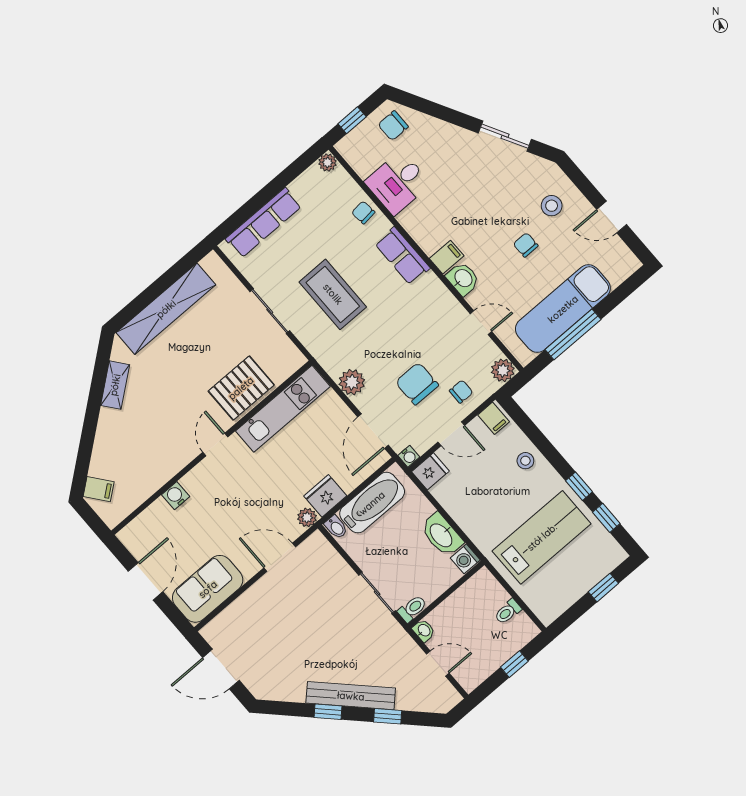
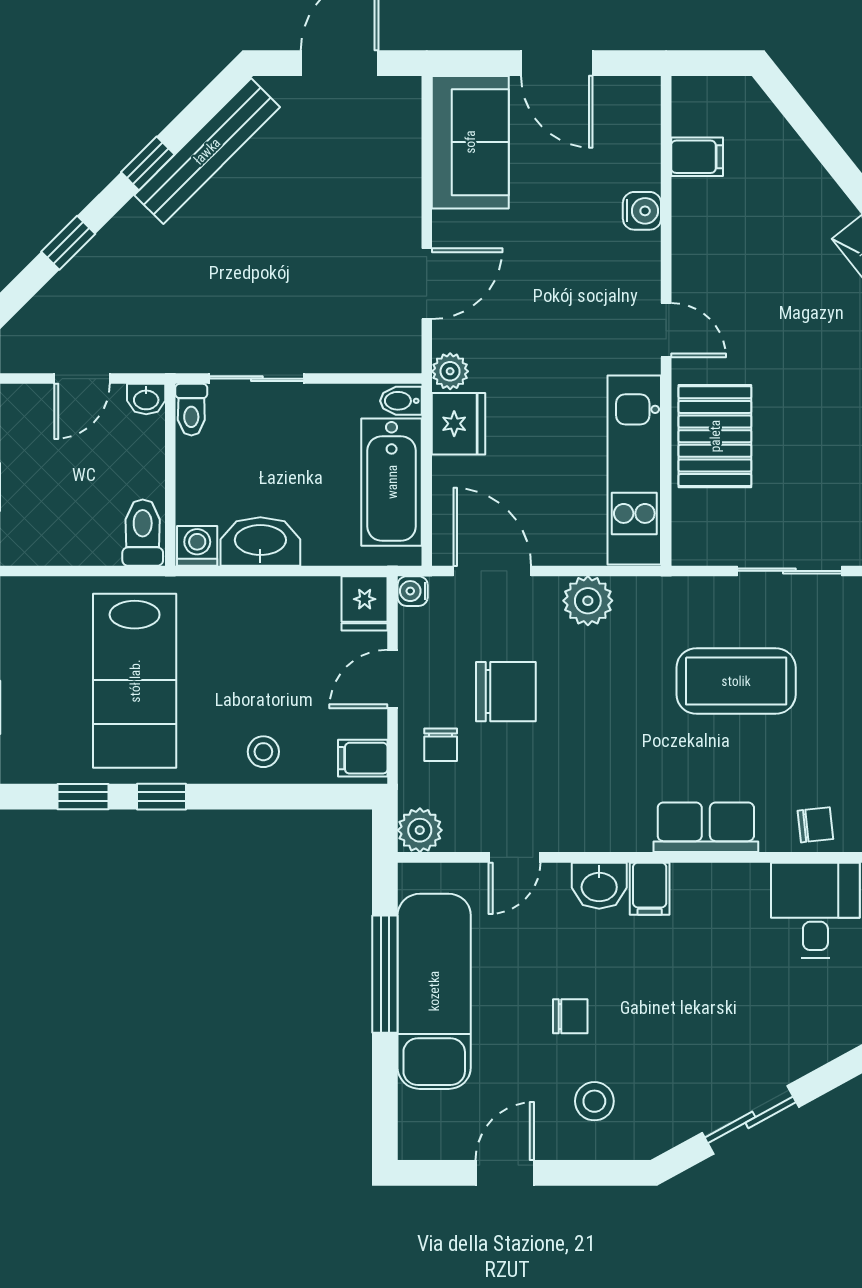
filing cabinet: (99, 489) -> (697, 157), moved, turned -142
toilet: (508, 612) -> (143, 533), moved, width x1.37, depth x1.39
bench: (351, 696) -> (207, 151), moved

